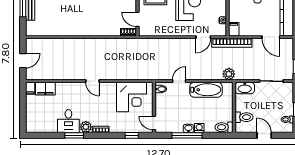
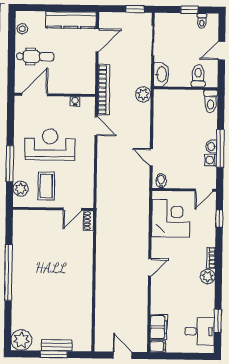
filing cabinet: (234, 29) -> (86, 87), removed
bathtub: (206, 90) -> (163, 124), removed
desk: (68, 121) -> (200, 331), moved
washing machine: (199, 128) -> (211, 160), moved
window: (74, 135) -> (218, 321), moved

